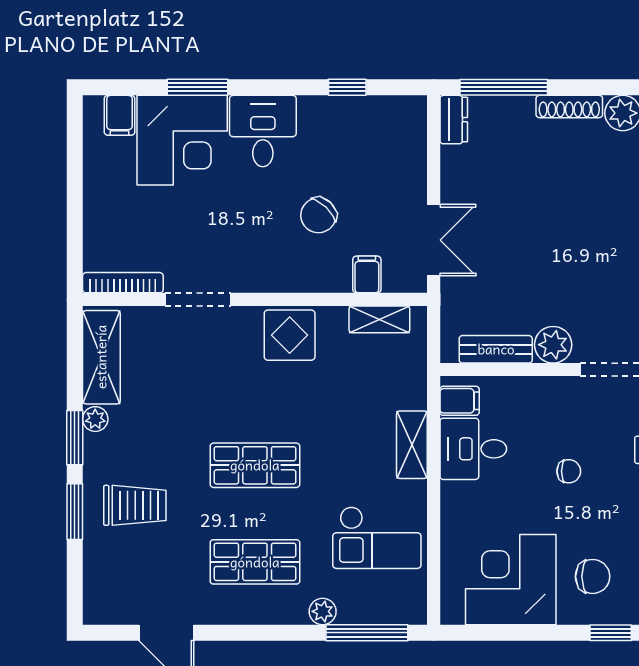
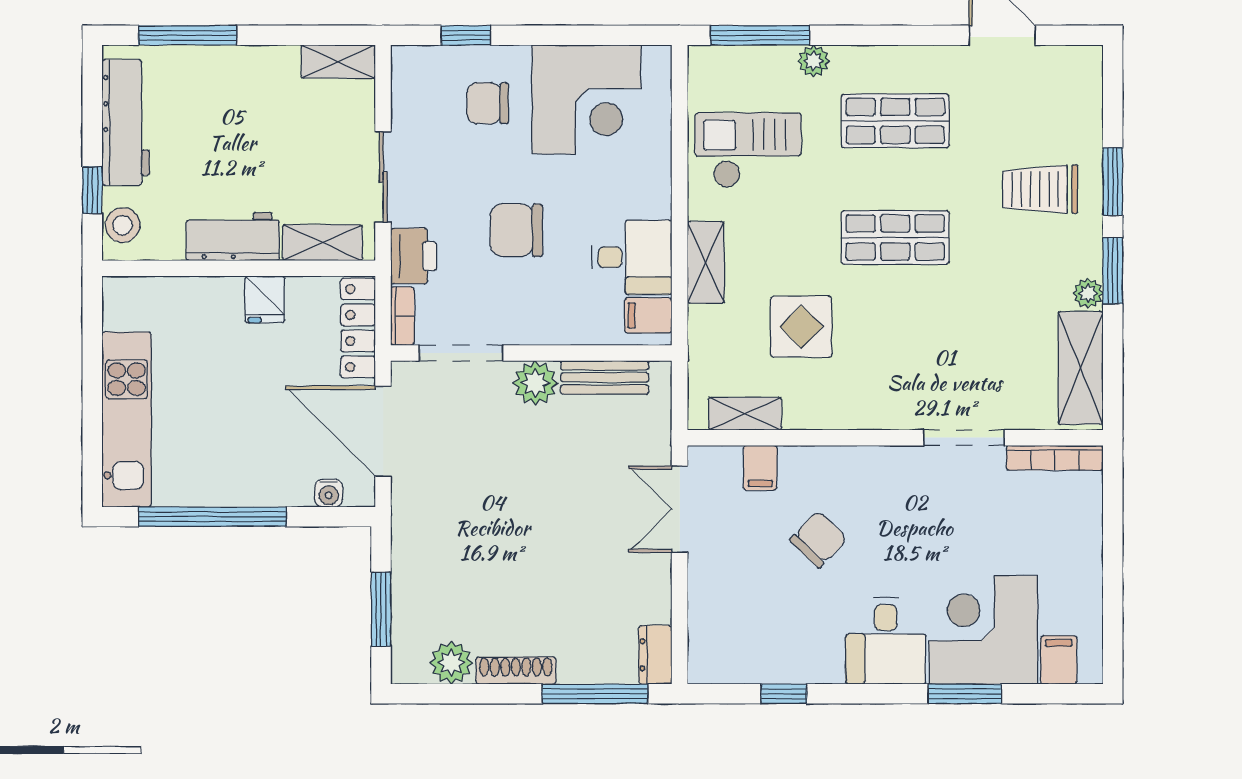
display table: (290, 335) -> (801, 327), moved
chair: (569, 471) -> (516, 230), width x1.87, depth x1.87

